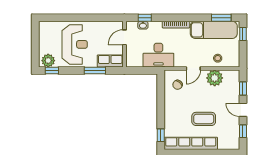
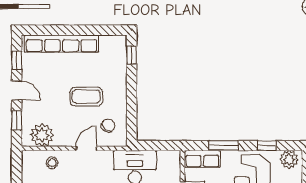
window: (52, 70) -> (267, 146), moved
plant: (215, 78) -> (42, 135), moved
coffee table: (204, 119) -> (86, 97), moved
row of seats: (191, 143) -> (62, 44), moved

